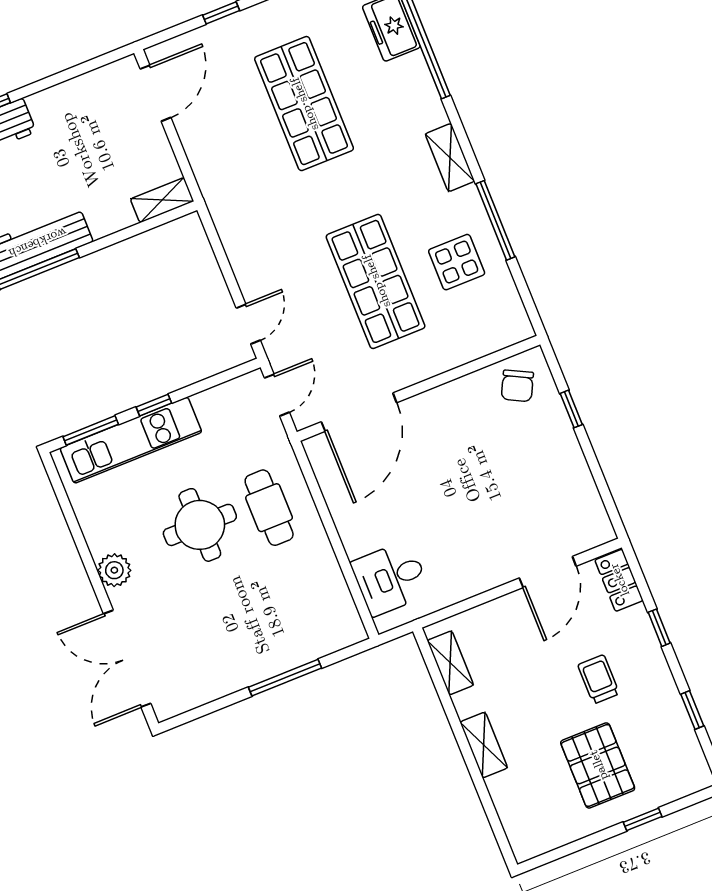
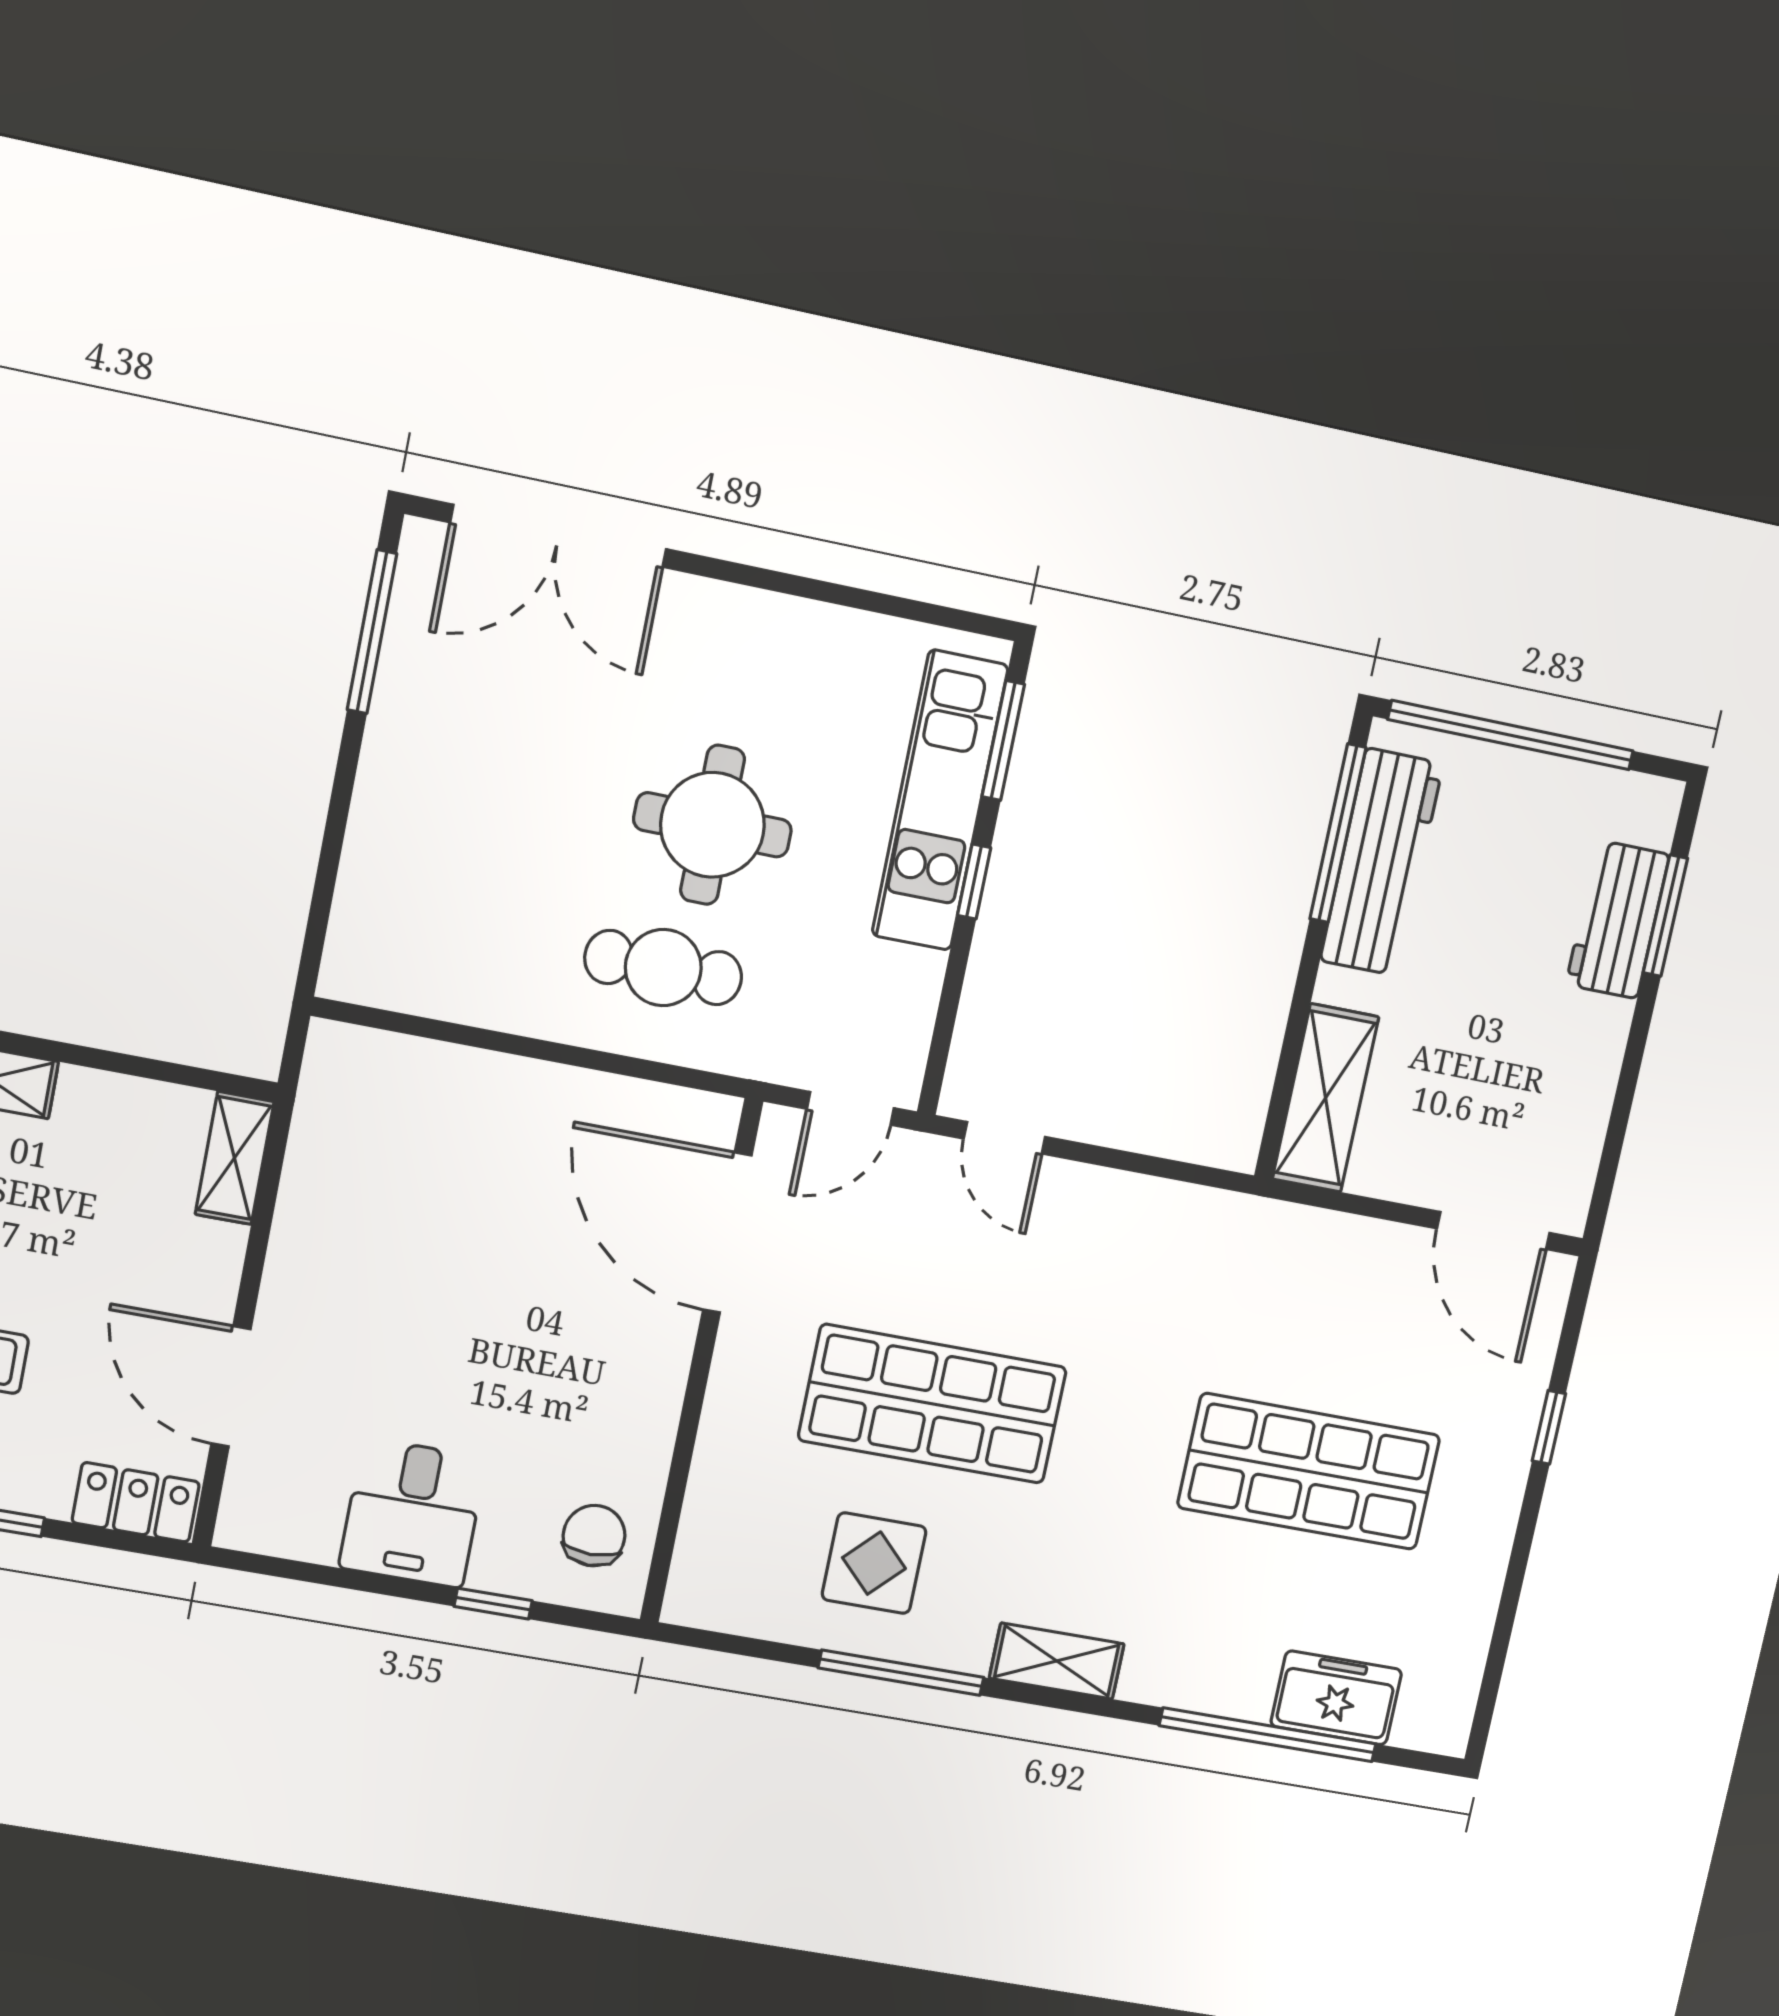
shelving: (162, 200) -> (1326, 1098), width x1.50, depth x1.33
chair: (517, 386) -> (594, 1536), turned 63
door: (277, 395) -> (850, 1108), hinge flipped
plant: (114, 570) -> (732, 619), removed
desk: (391, 578) -> (413, 1513), moved, turned 180
double door: (127, 659) -> (559, 536), swing flipped
shelving: (450, 663) -> (235, 1158), moved, turned 90
window: (285, 678) -> (372, 632), moved

